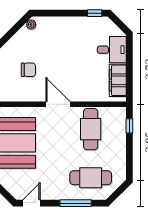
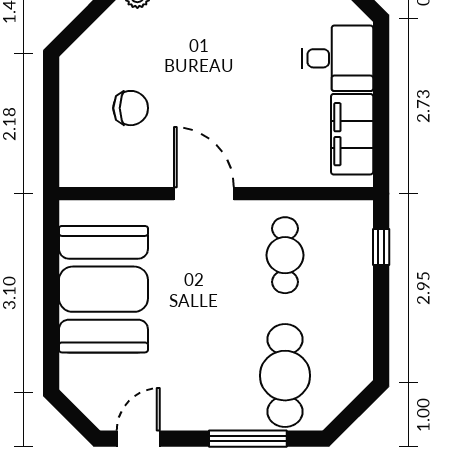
cafe table: (91, 129) -> (285, 255), width x0.73, depth x0.74
cafe table: (91, 178) -> (285, 376), turned 90

